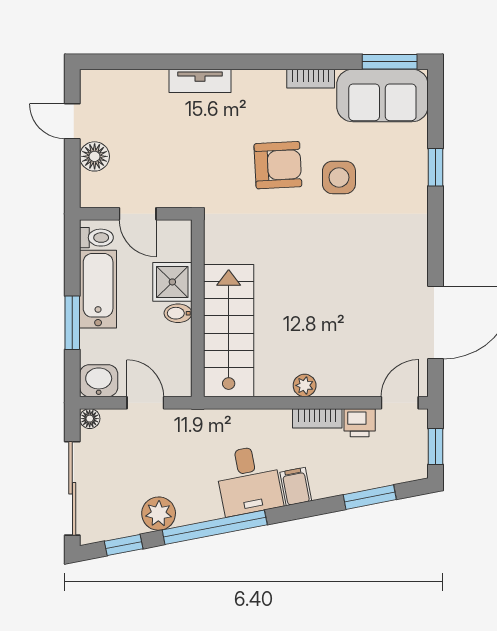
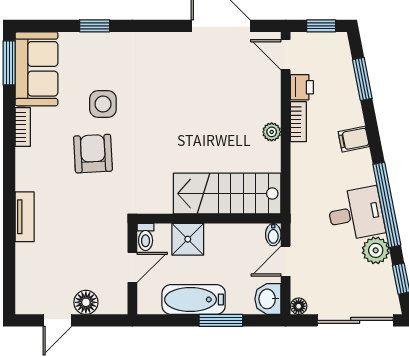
toilet: (96, 238) -> (146, 237), moved, turned 180
bidet: (178, 313) -> (273, 235), moved
desk: (249, 480) -> (356, 214), moved

